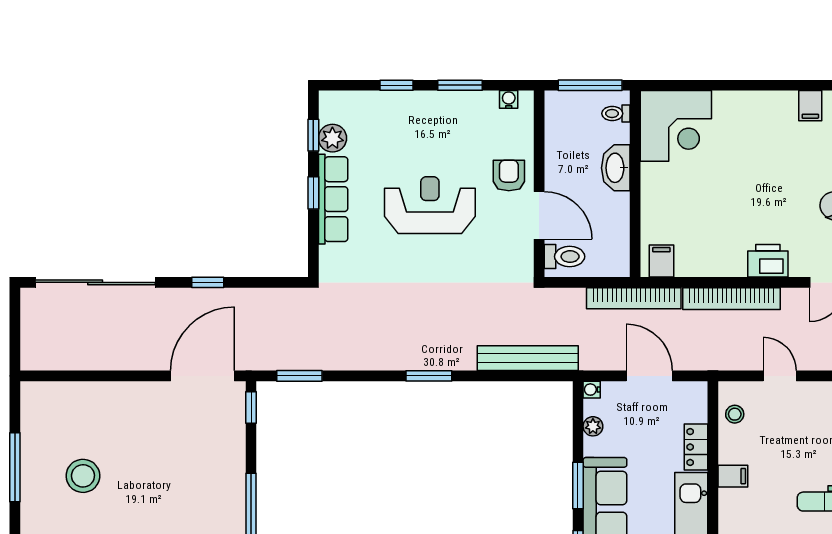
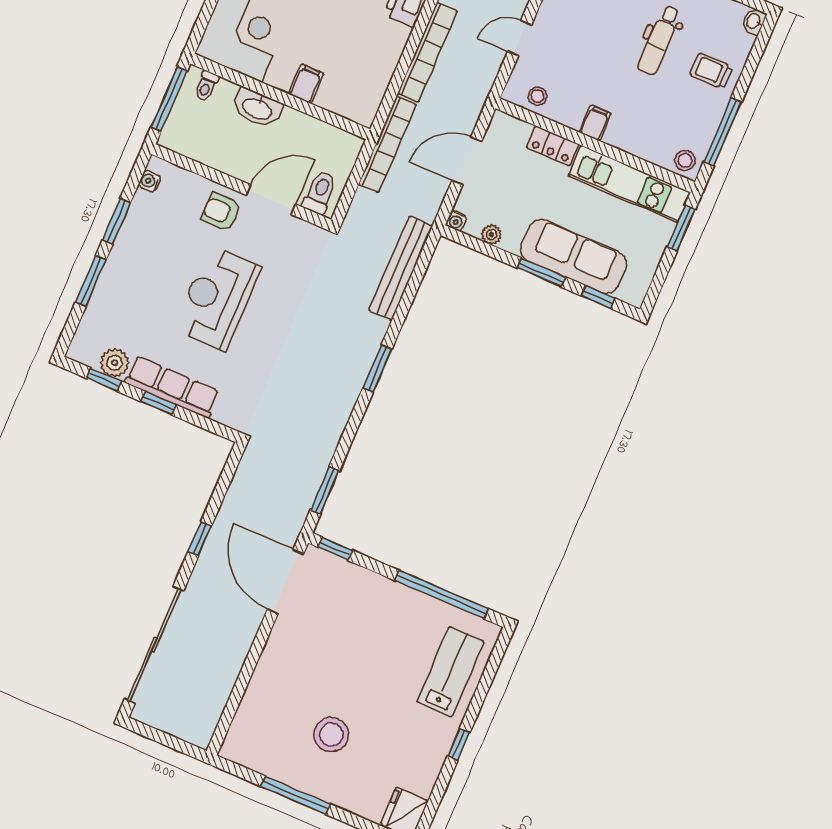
window: (396, 85) -> (91, 281), width x1.50
filing cabinet: (661, 261) -> (306, 84), moved, turned 90

